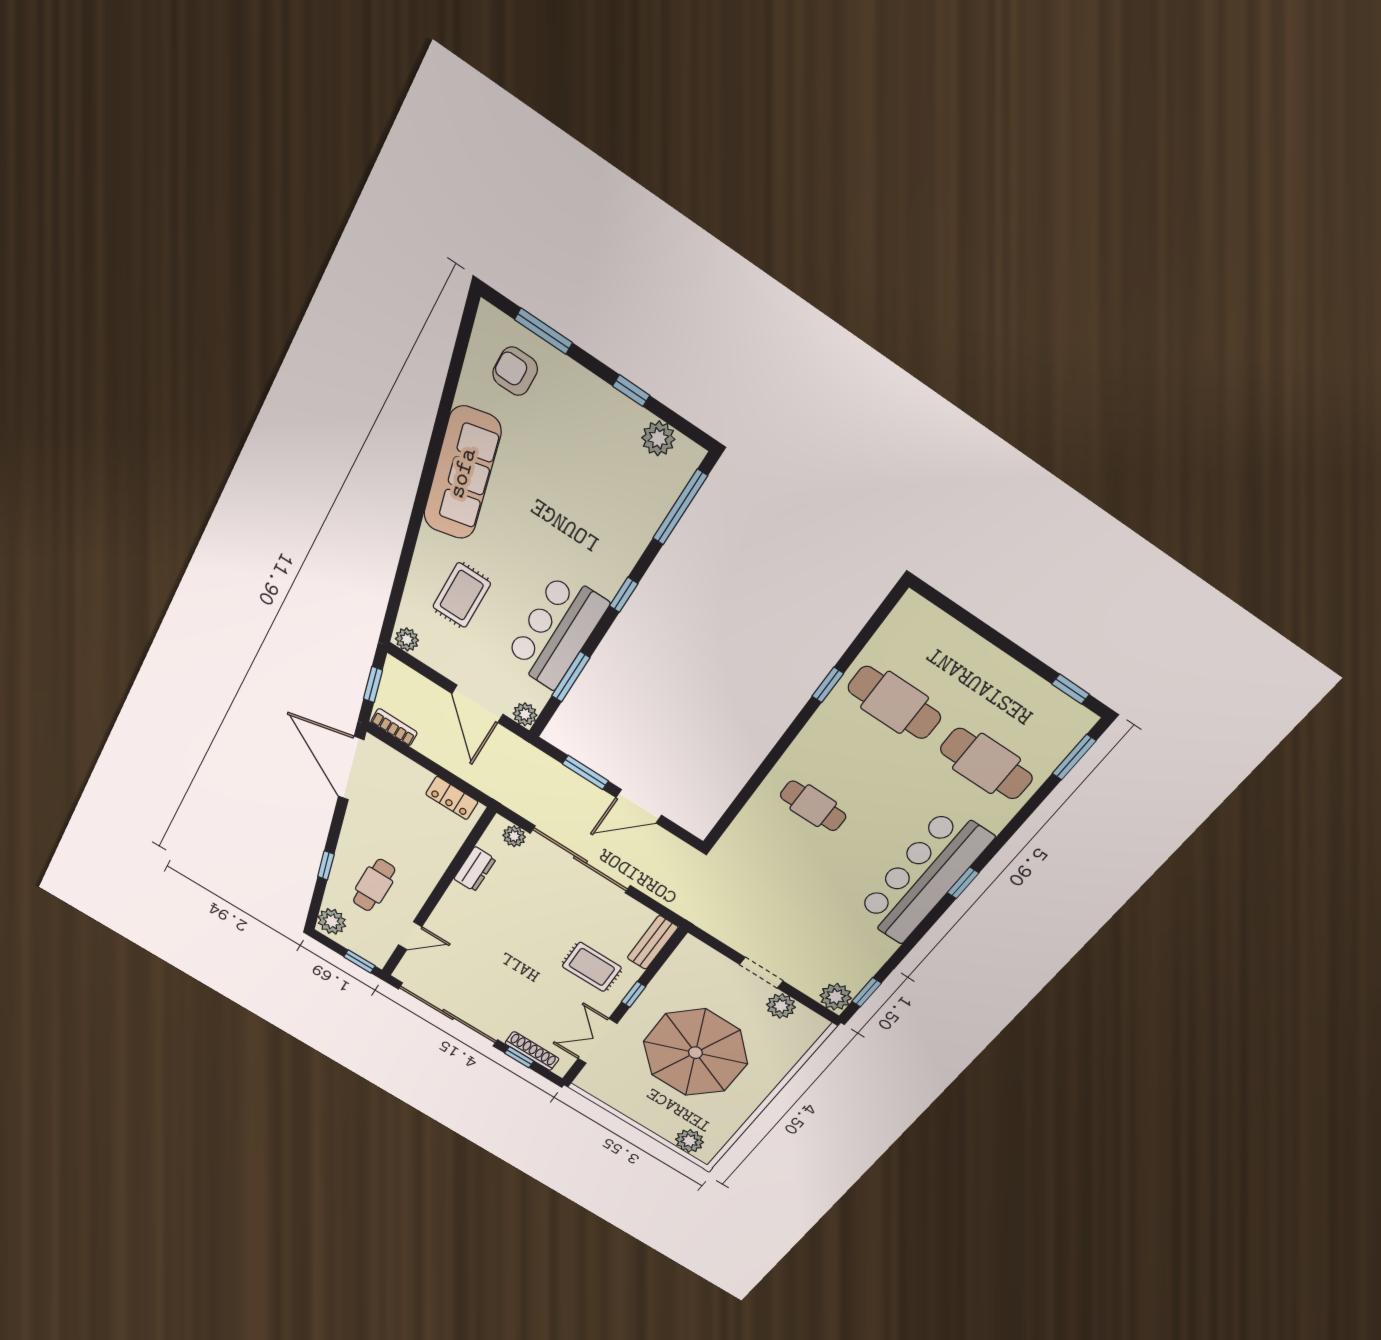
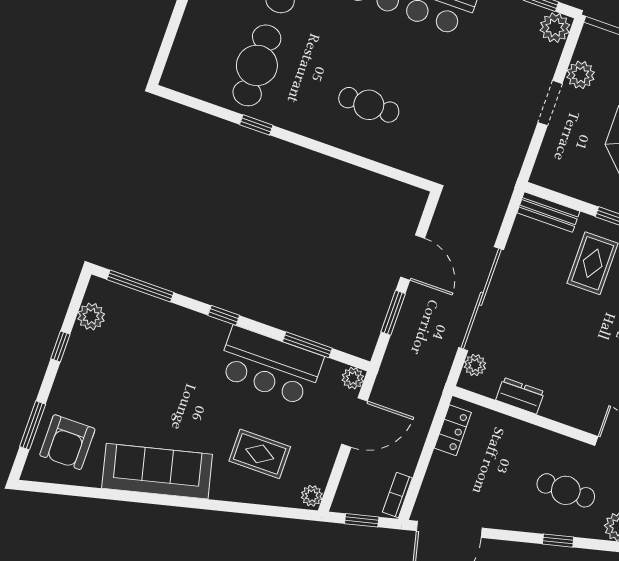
armchair: (515, 371) -> (67, 442), width x1.38, depth x1.38
cafe table: (813, 806) -> (369, 105), turned 90

